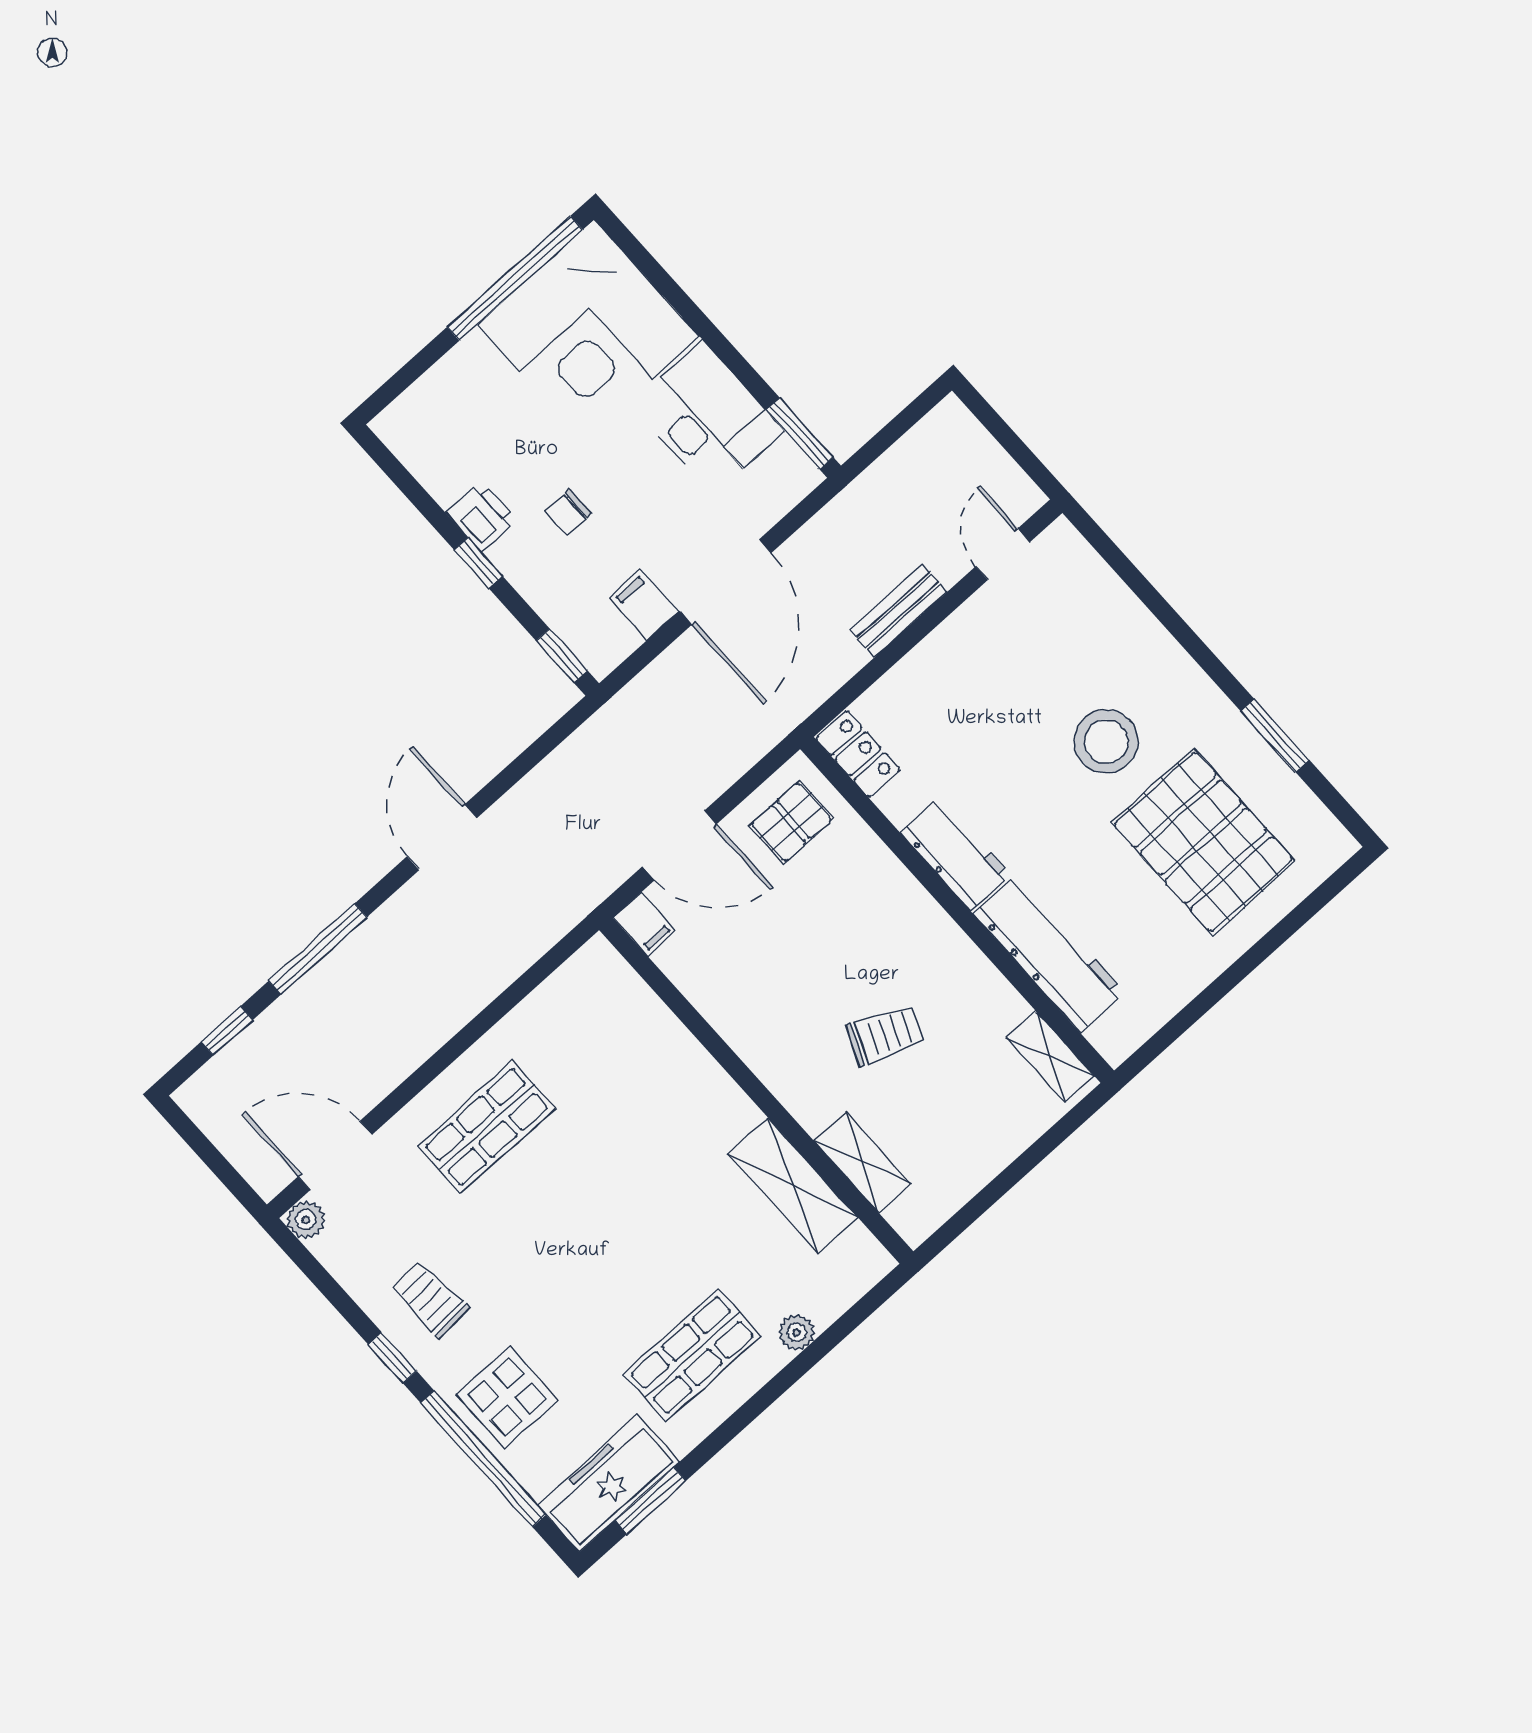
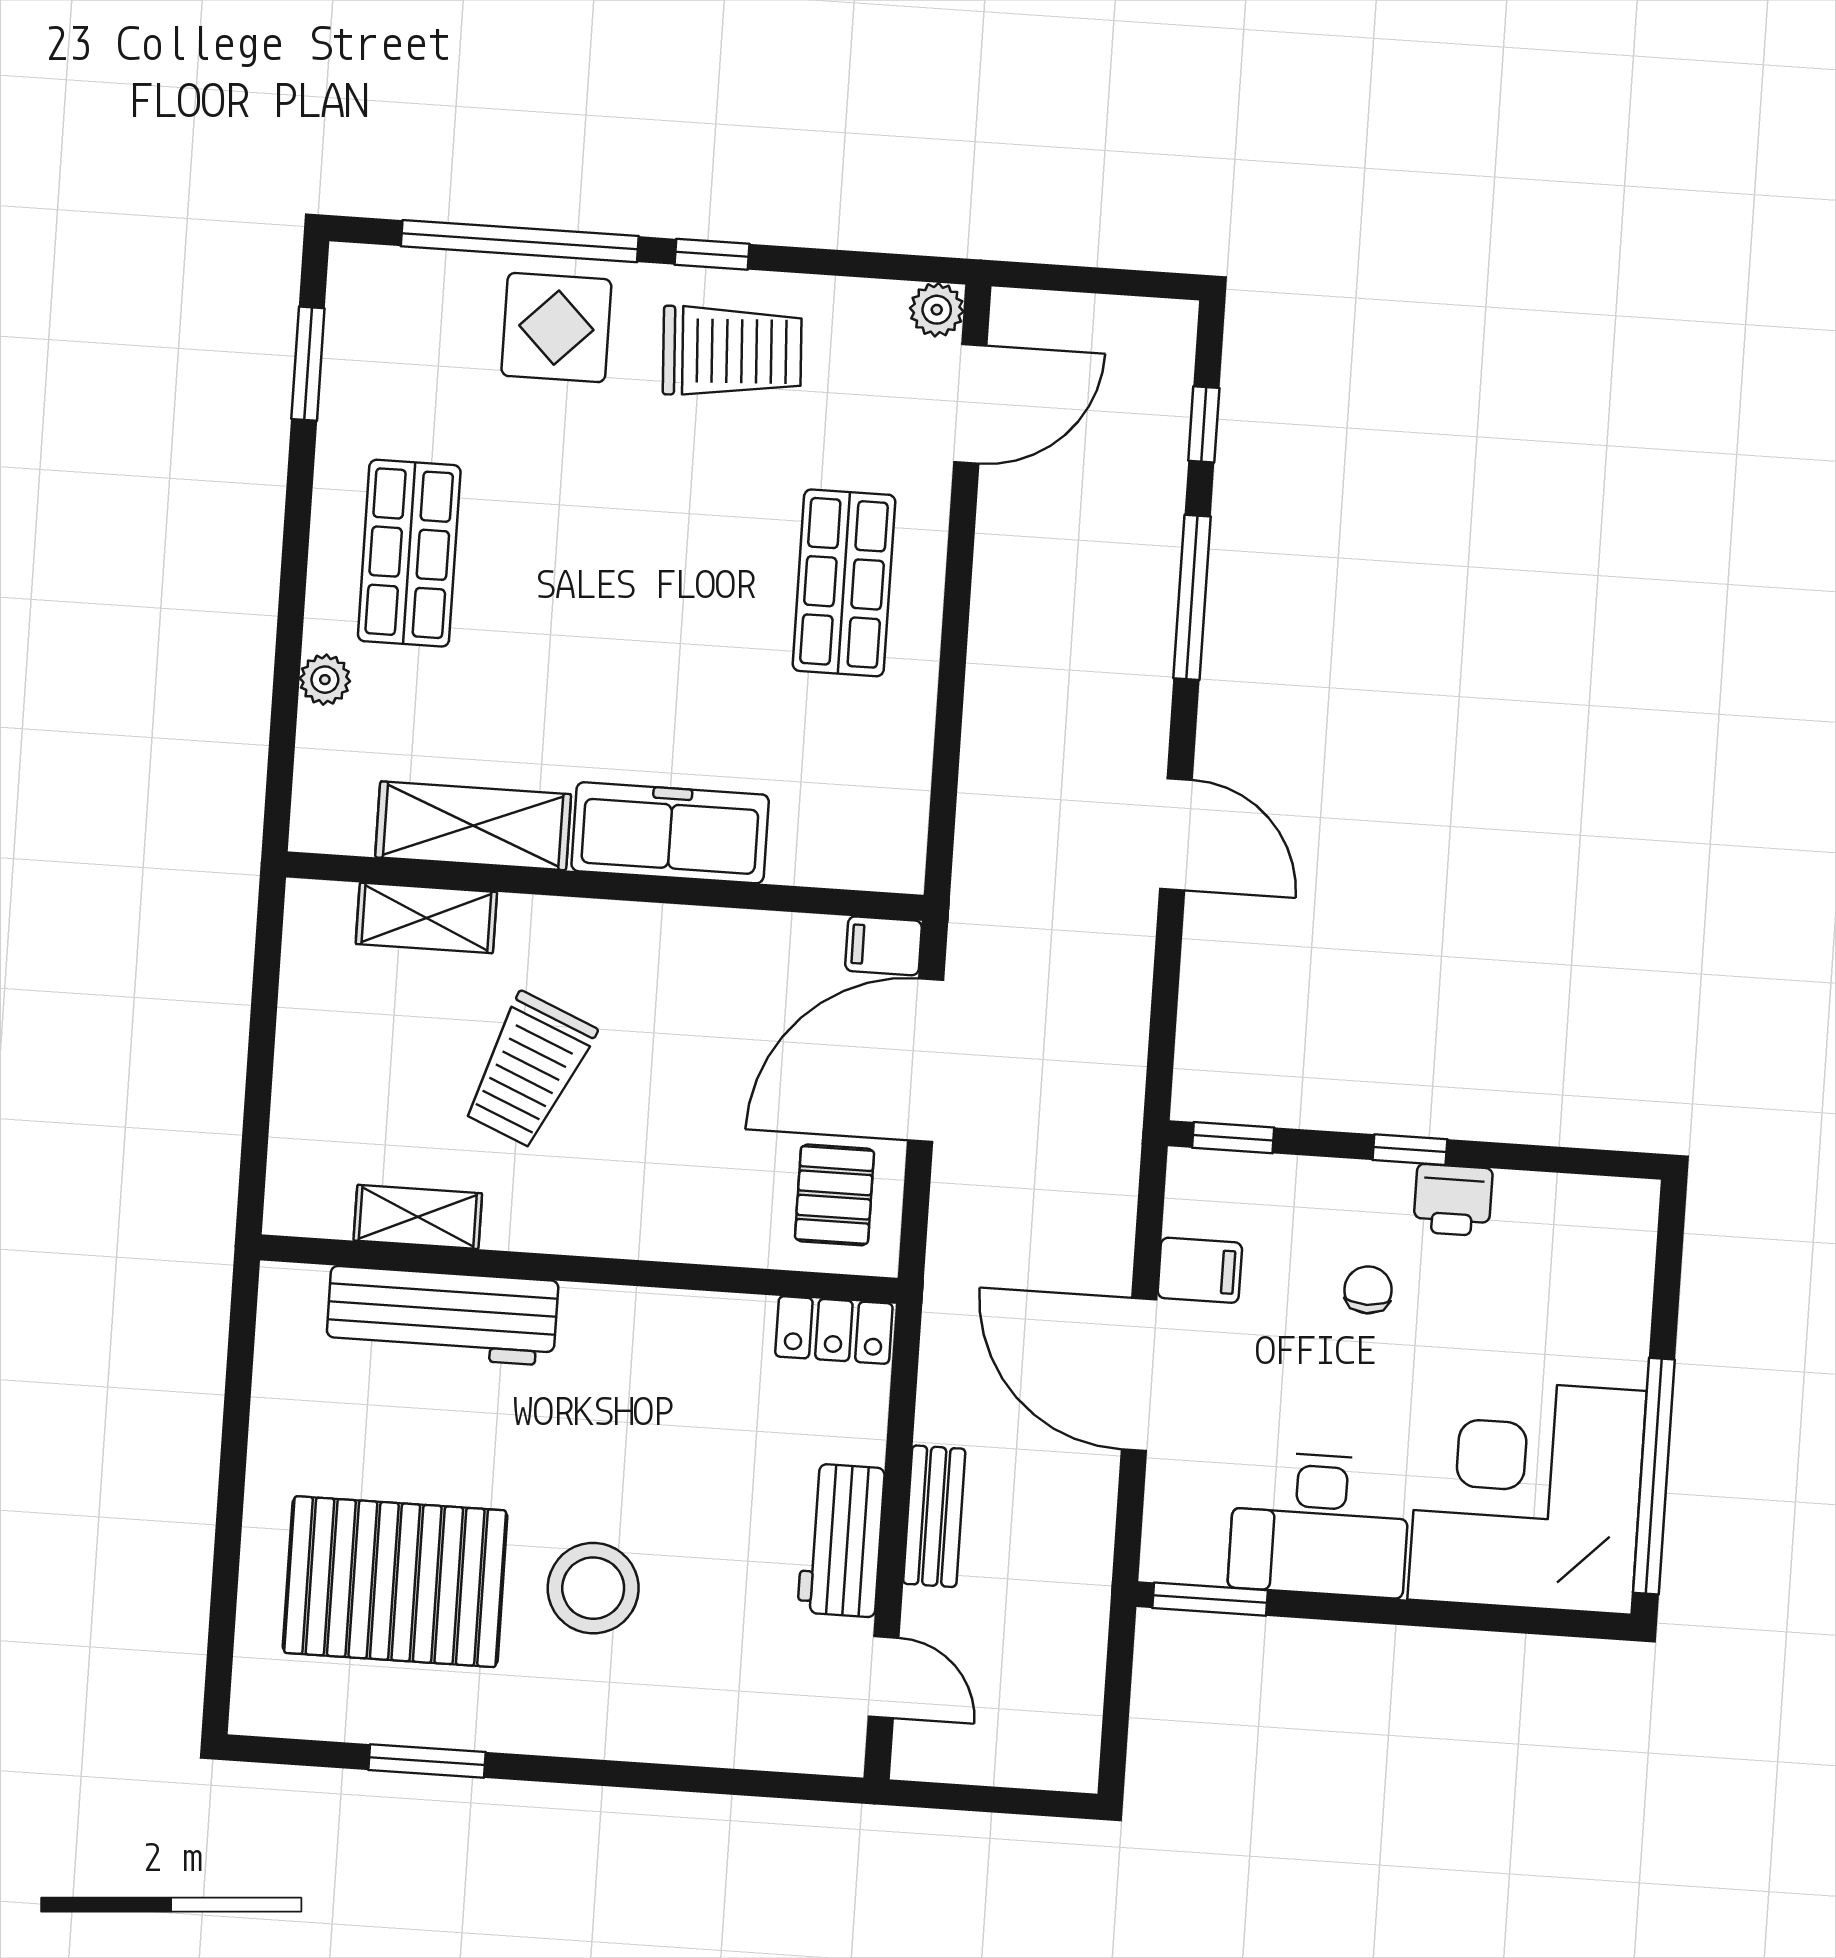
door: (679, 845) -> (926, 1060), width x1.36
workbench: (956, 854) -> (841, 1540), moved, turned 90
trolley: (885, 1035) -> (529, 1070), width x1.36, depth x1.39
shelving: (1050, 1057) -> (418, 1217), moved
trolley: (430, 1299) -> (732, 351), width x1.36, depth x1.39
freezer: (609, 1483) -> (670, 833), moved, turned -90

